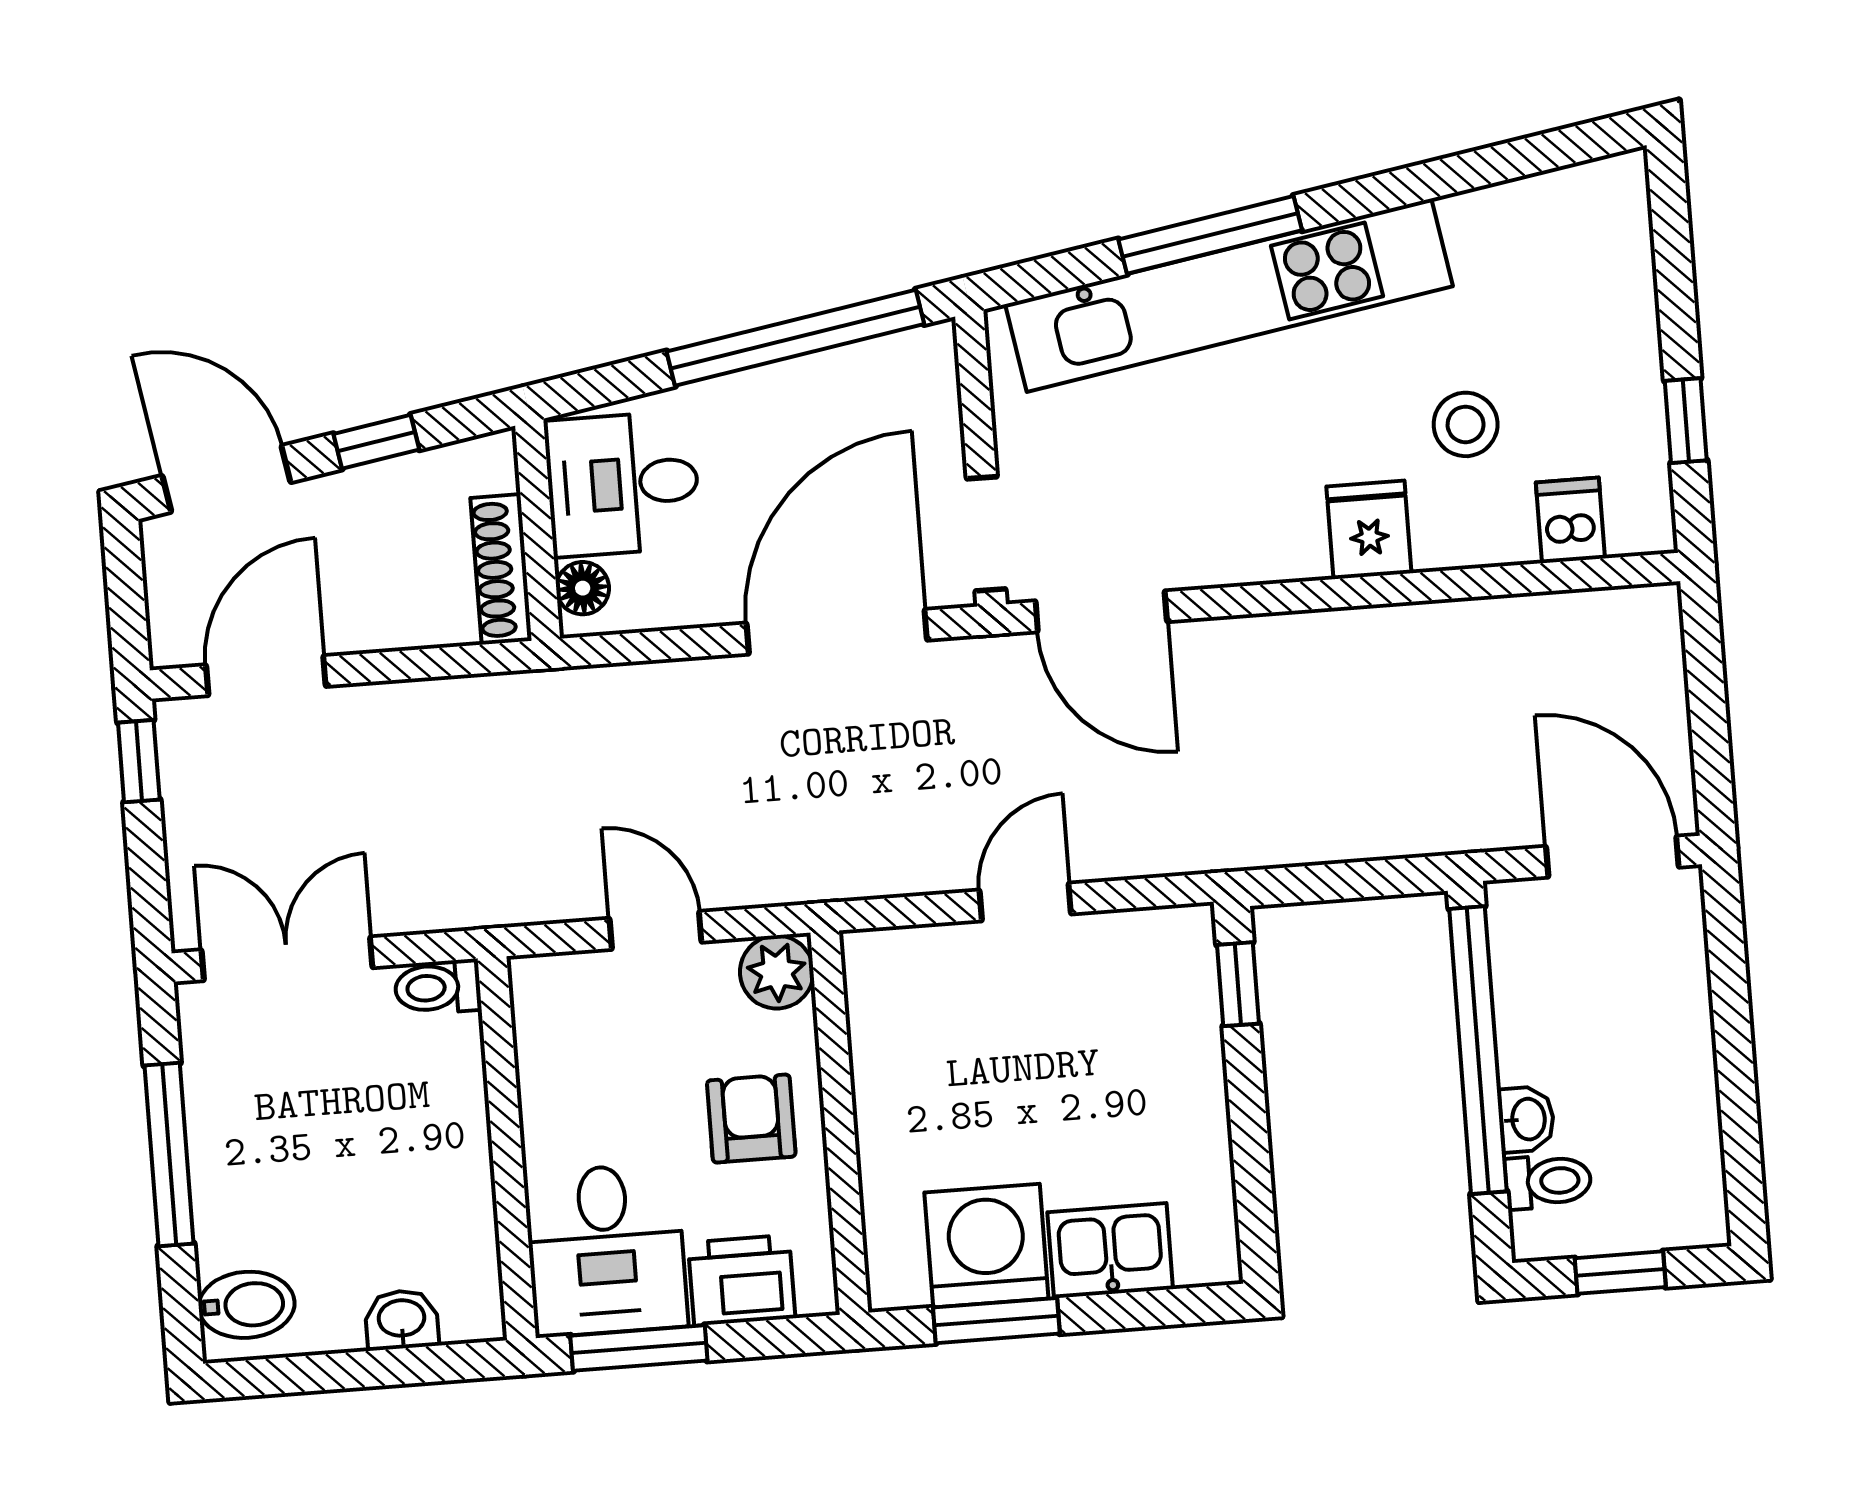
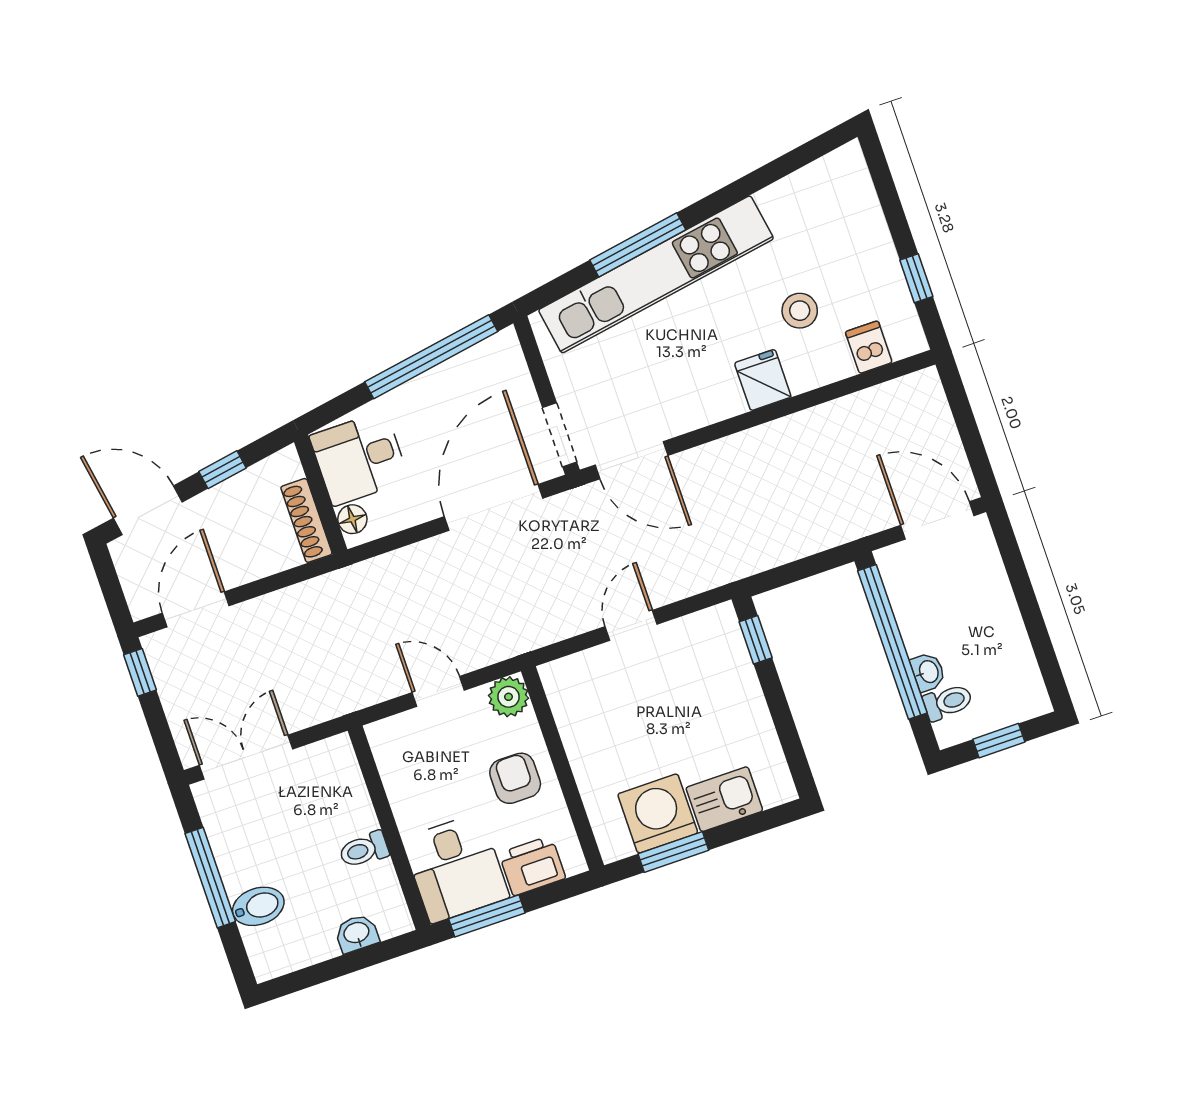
toilet: (438, 987) -> (364, 850), moved
bidet: (247, 1305) -> (258, 906), moved

